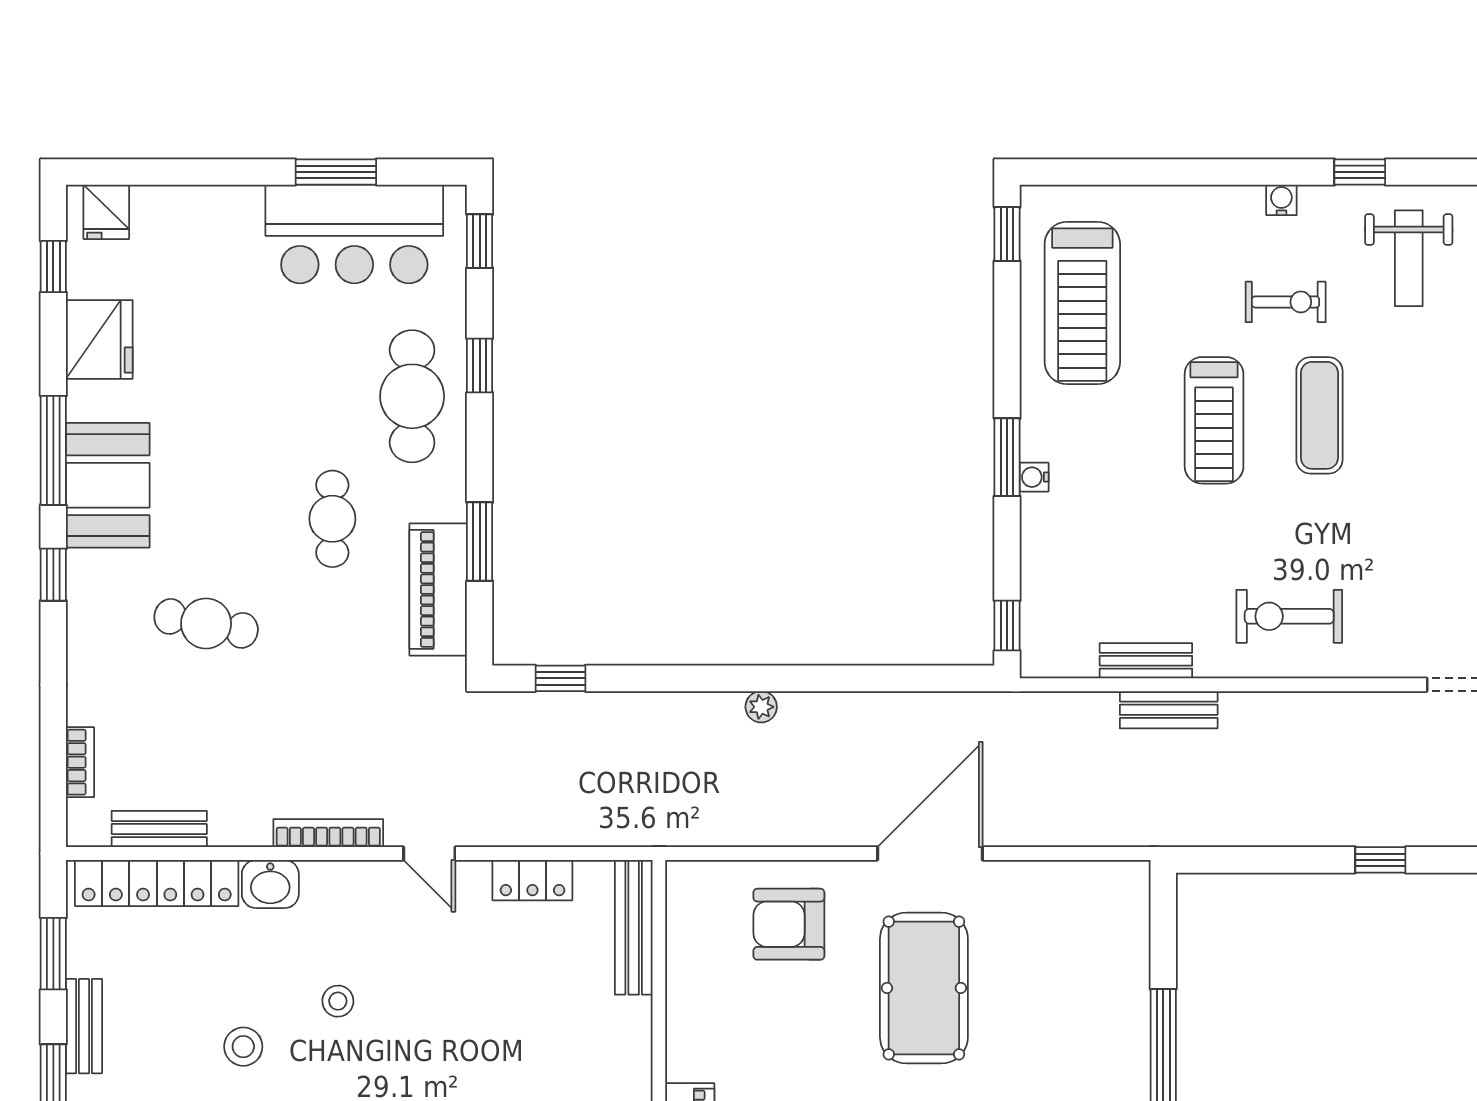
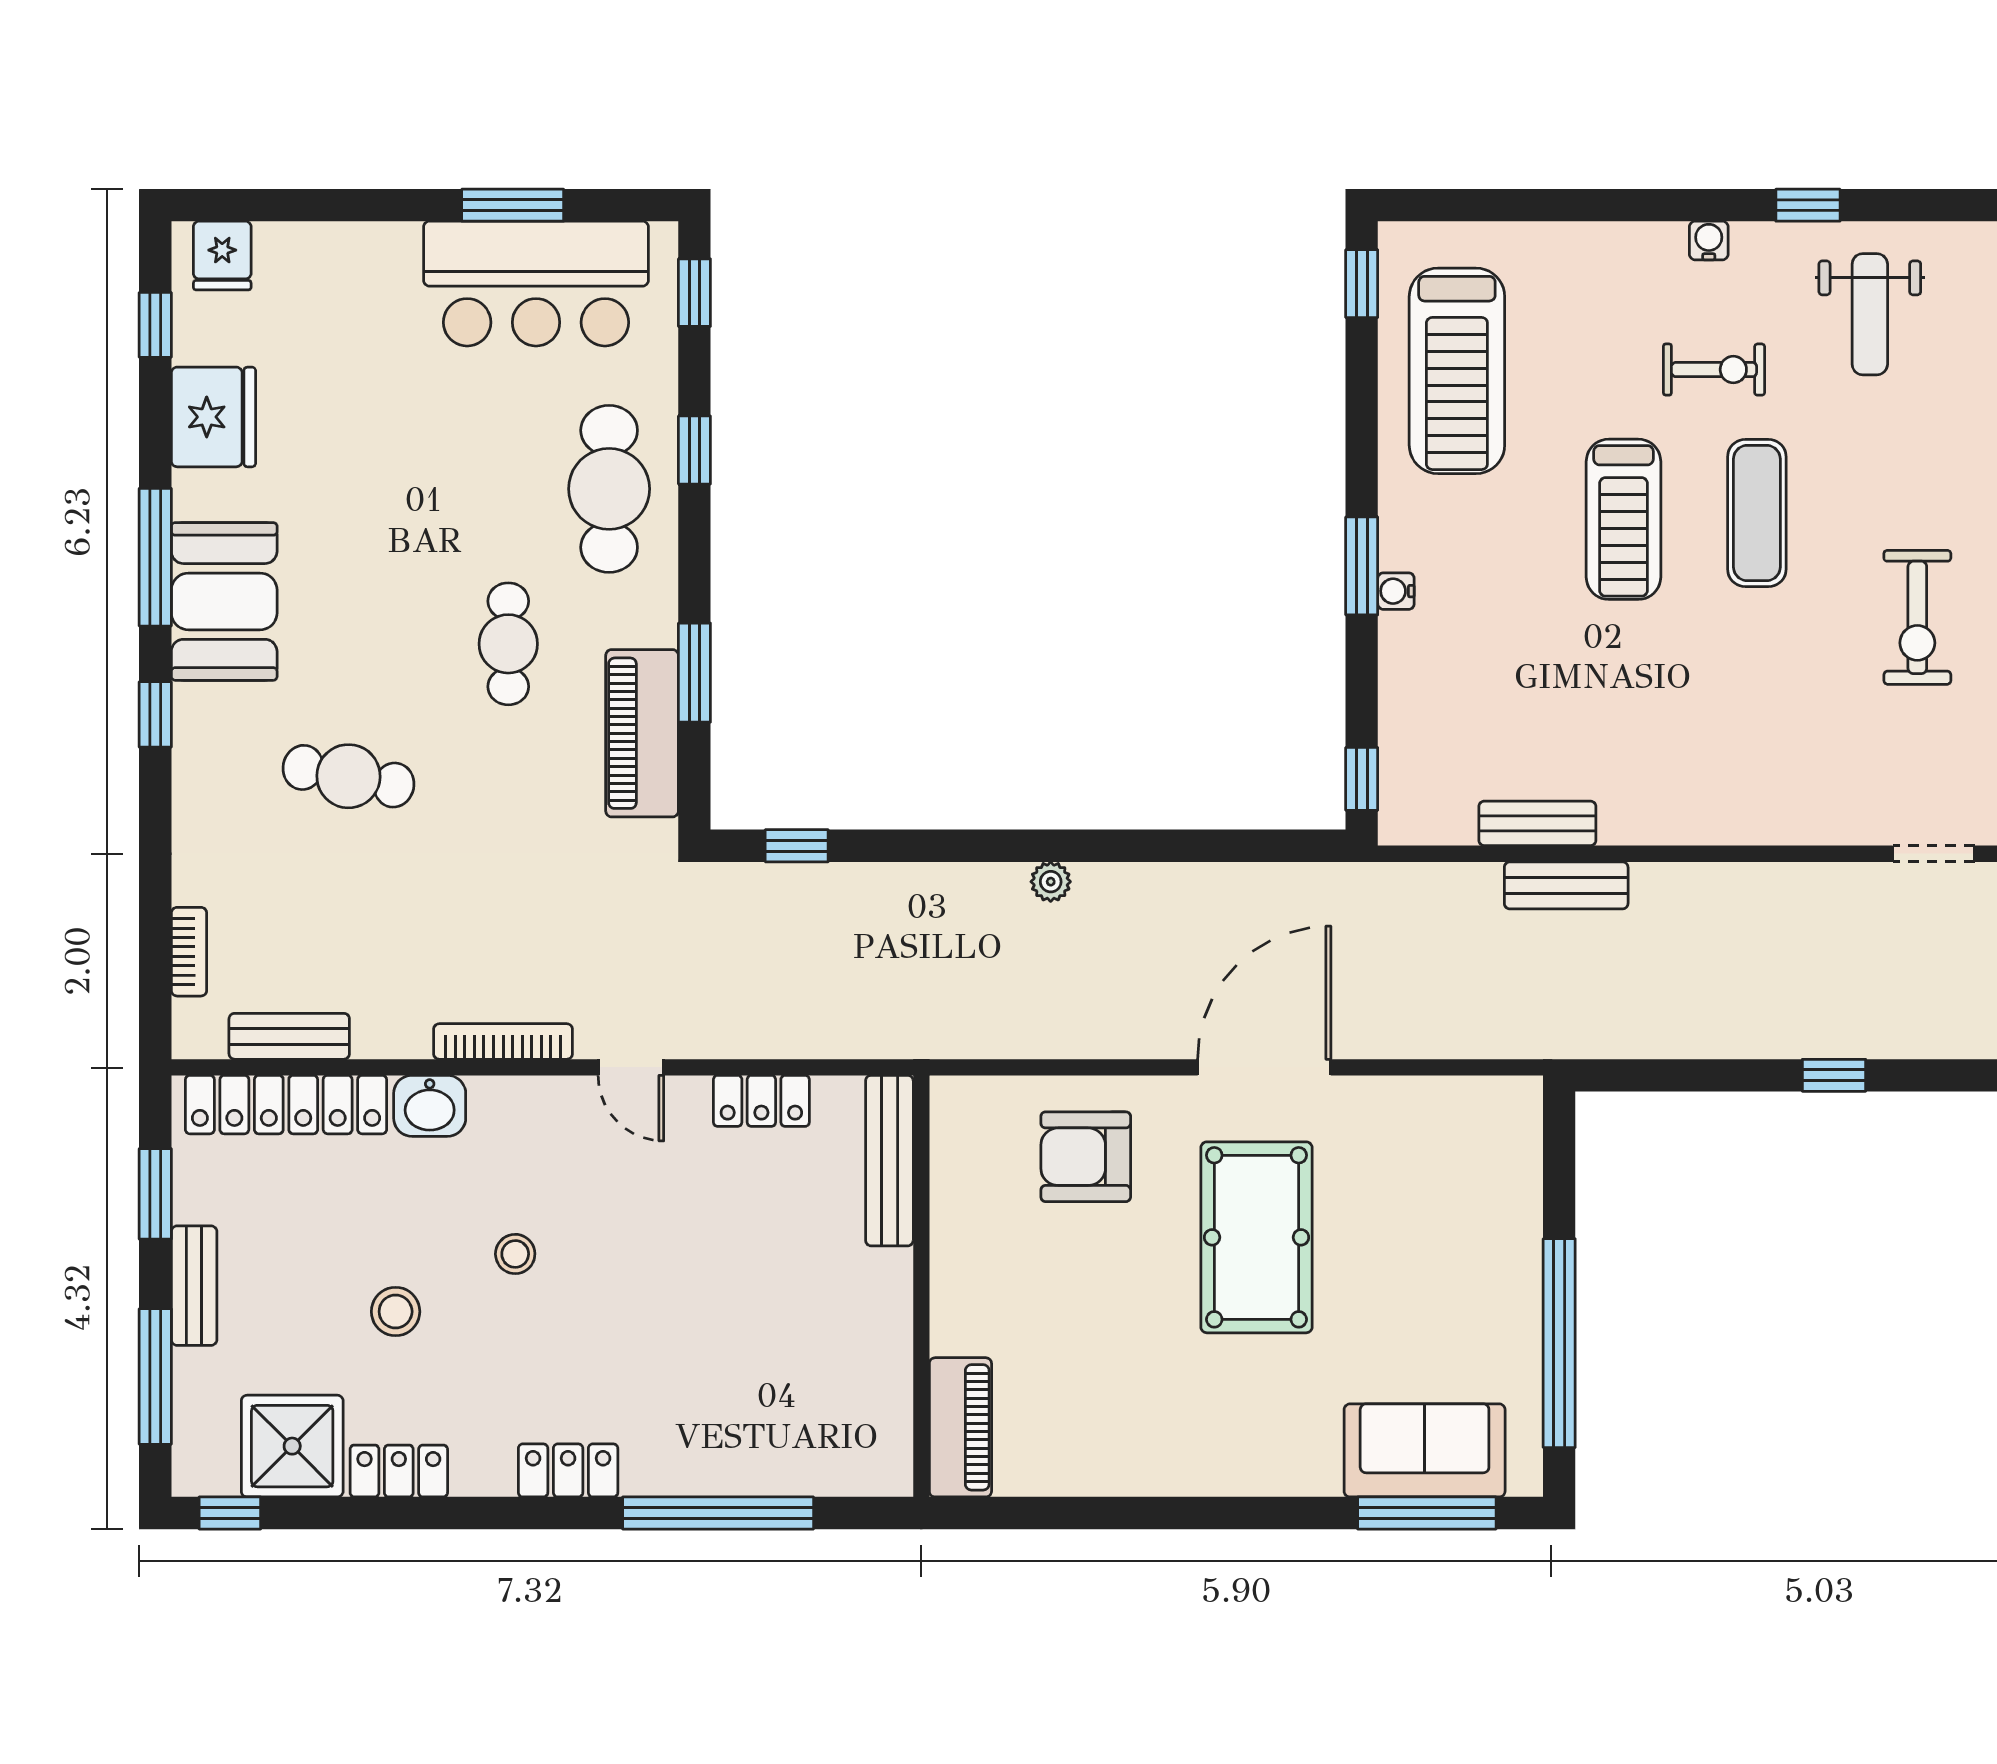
exercise bike: (1289, 616) -> (1917, 617), moved, turned -90

